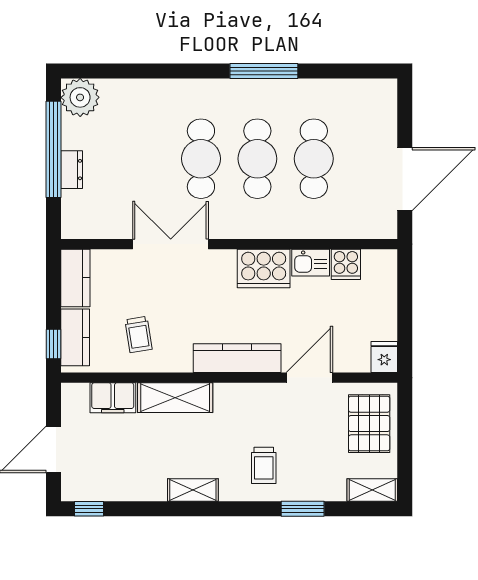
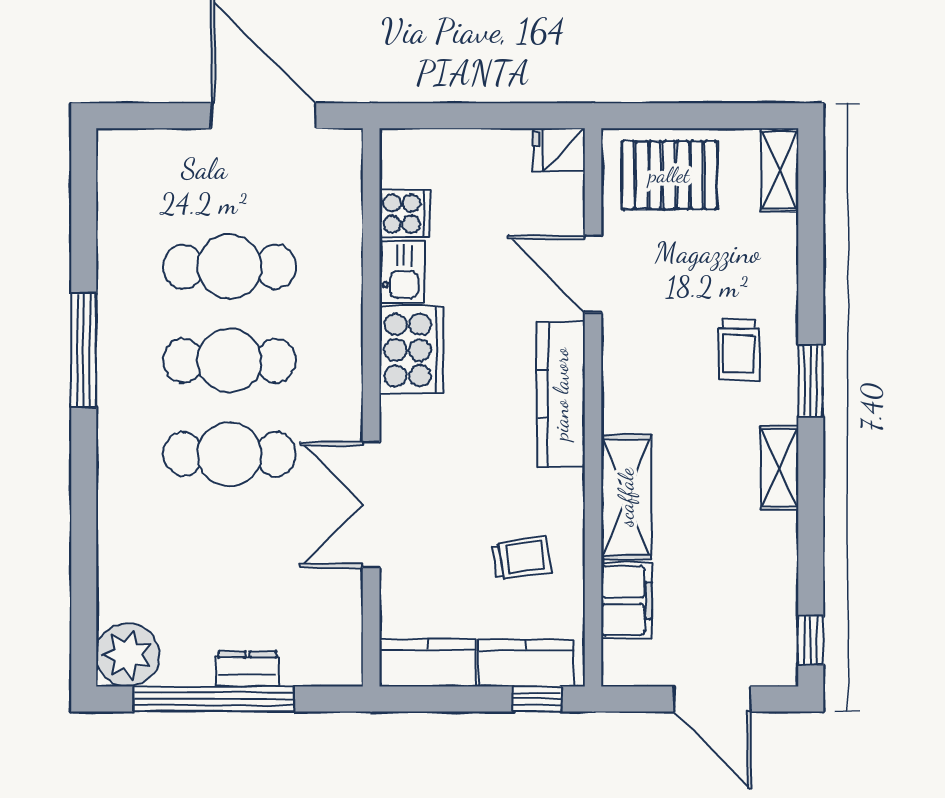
trolley: (264, 465) -> (739, 350), turned 90
window: (303, 509) -> (811, 381), moved

